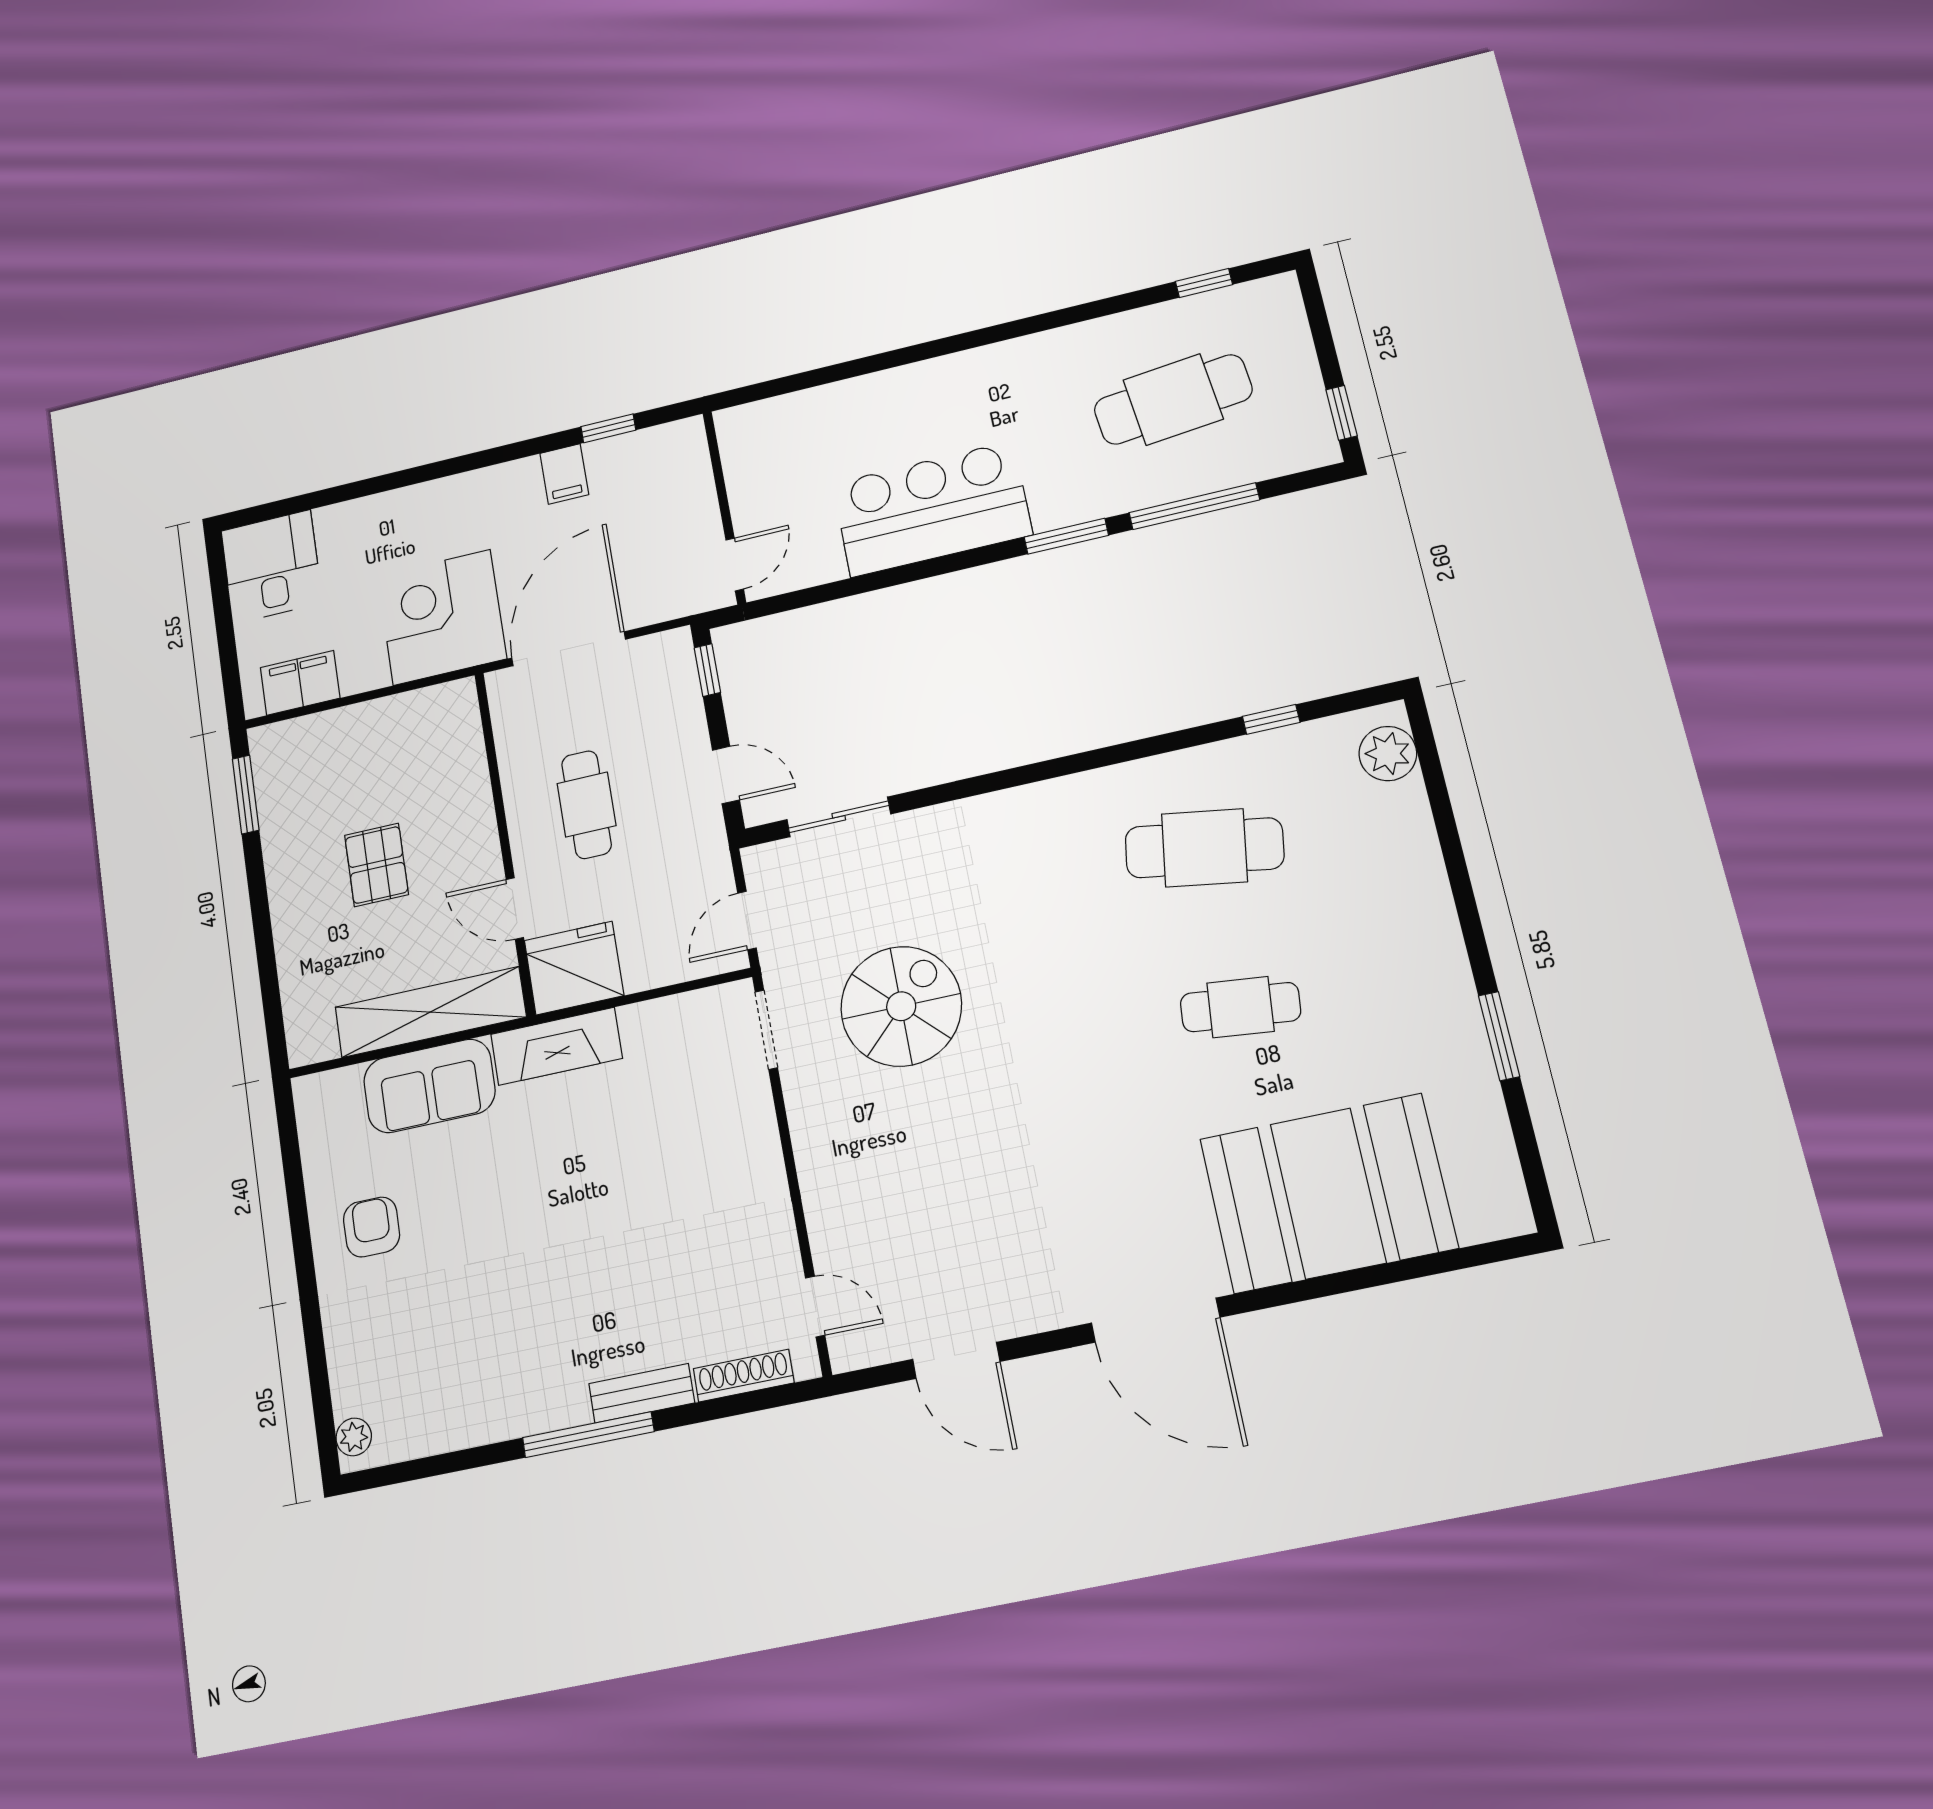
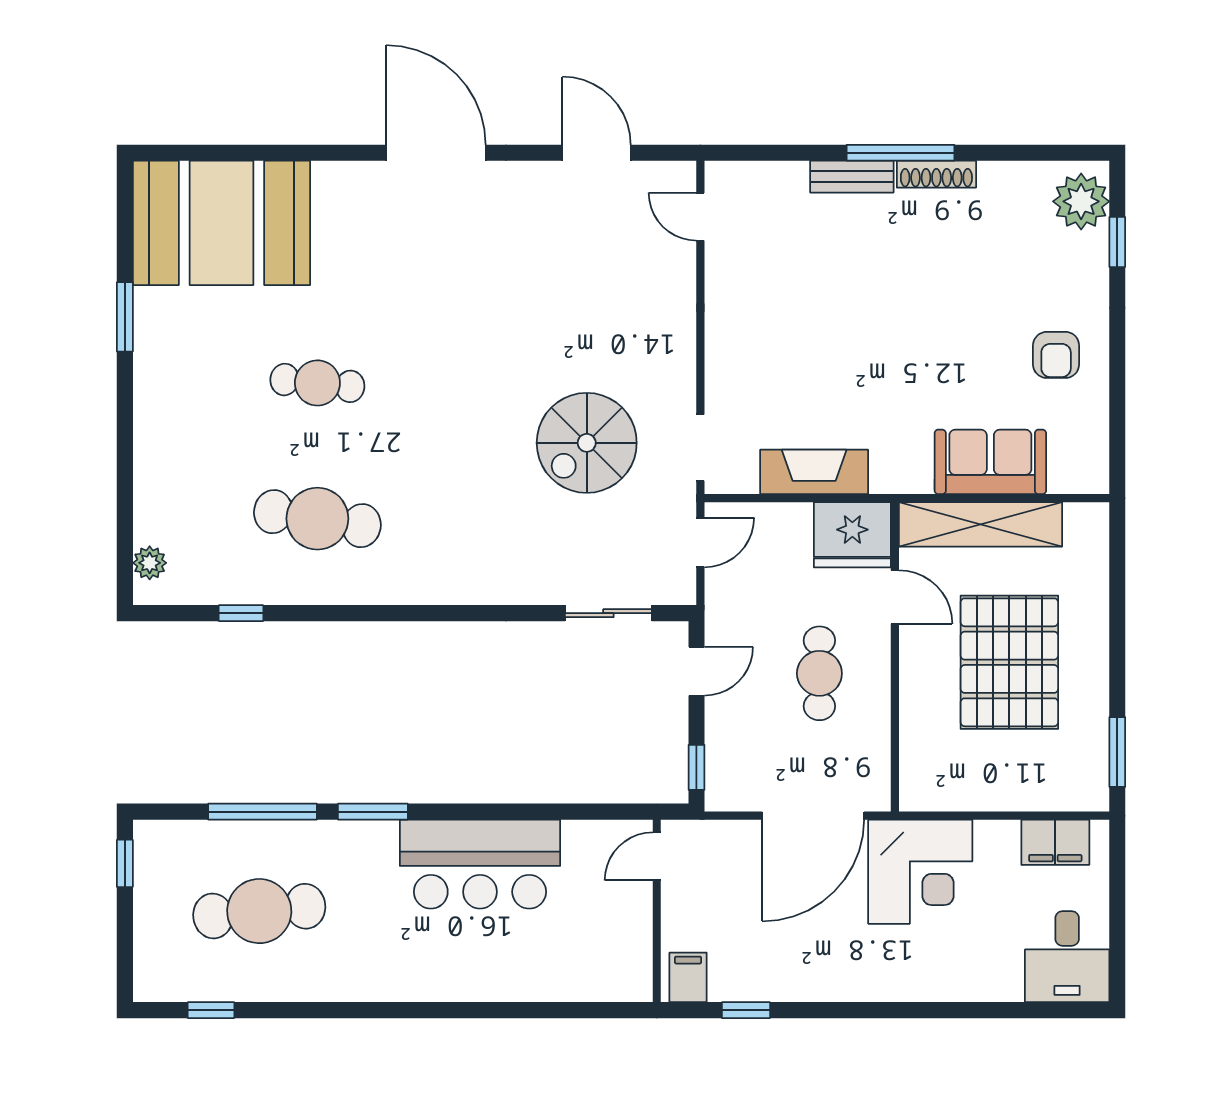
filing cabinet: (564, 474) -> (688, 977), moved
plant: (1388, 754) -> (150, 563), width x0.73, depth x0.73
door: (726, 775) -> (696, 671), swing flipped
pallet: (377, 865) -> (1009, 662), width x2.05, depth x2.00
fireplace: (556, 1046) -> (814, 472), moved
booth: (1328, 1193) -> (222, 223), moved
shoe rack: (744, 1376) -> (936, 174), moved
window: (319, 1377) -> (1117, 242), added
plant: (354, 1437) -> (1081, 201), width x1.87, depth x1.87

